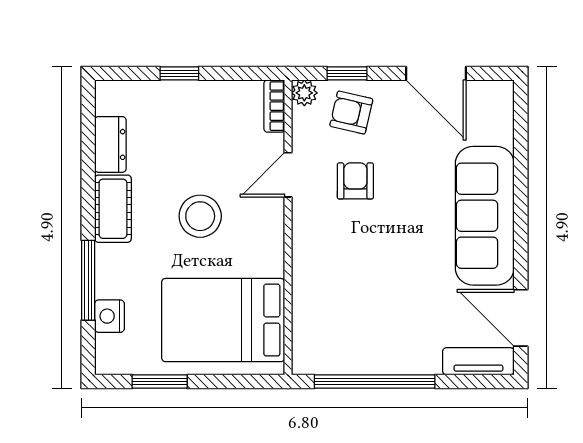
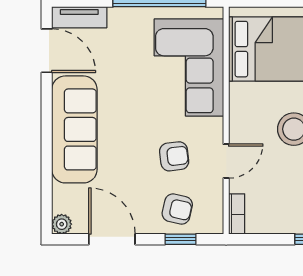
plant: (304, 93) -> (62, 224), moved
armchair: (355, 181) -> (174, 156), turned -97
corner sofa: (336, 296) -> (189, 67), added

